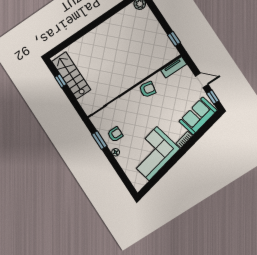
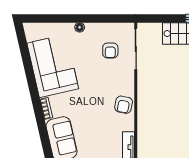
armchair: (115, 134) -> (110, 50), moved
window: (99, 140) -> (104, 18), removed

